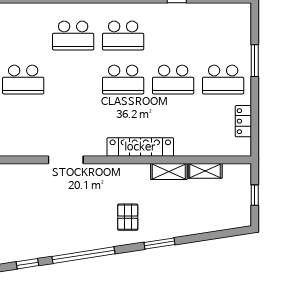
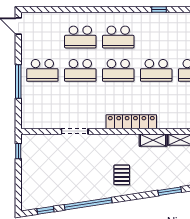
school desk: (73, 80) -> (80, 70), added
window: (160, 243) -> (170, 191), moved

